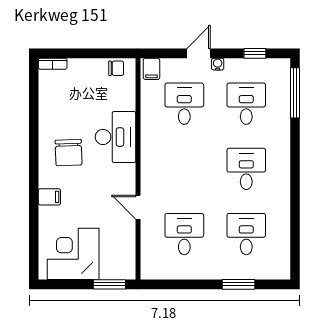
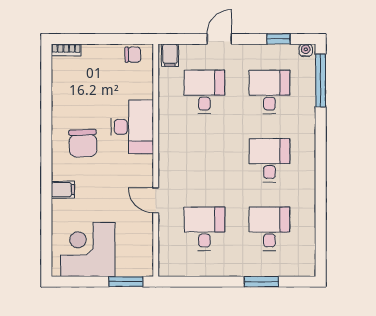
water cooler: (218, 64) -> (306, 50), moved

